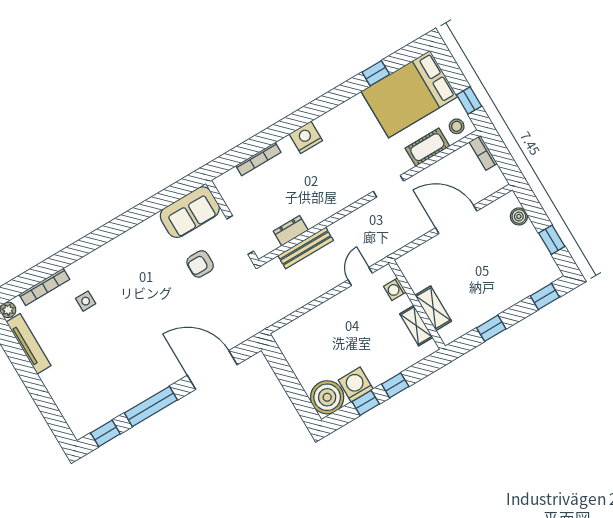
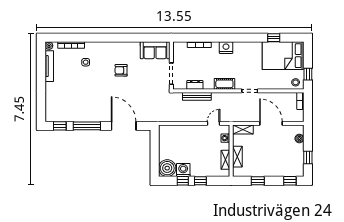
cot: (427, 147) -> (224, 84), moved
shelving: (415, 257) -> (243, 129), added
armchair: (200, 264) -> (121, 70), moved

